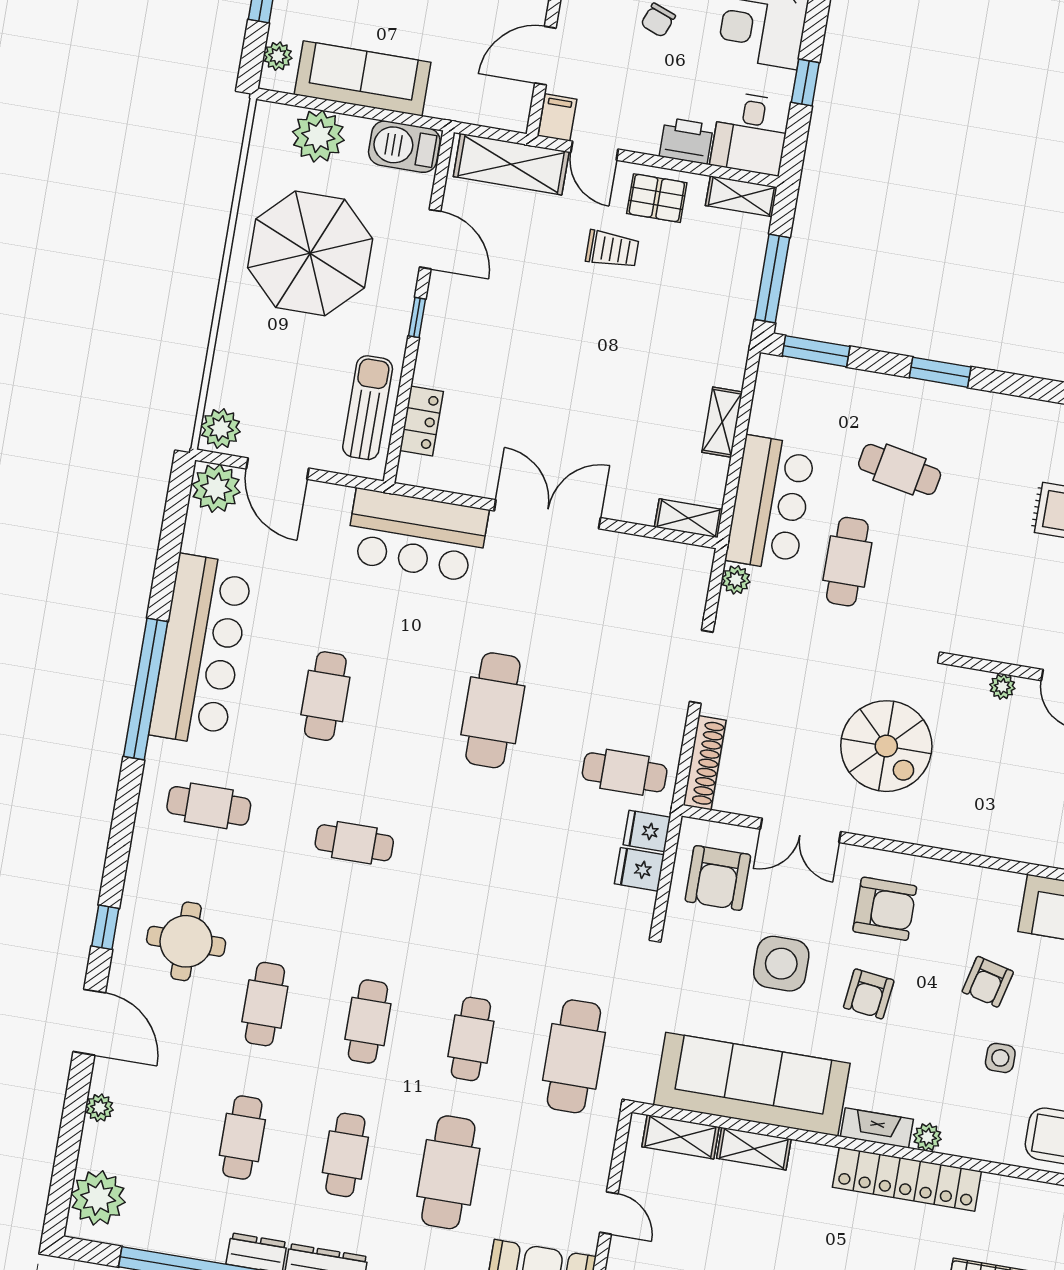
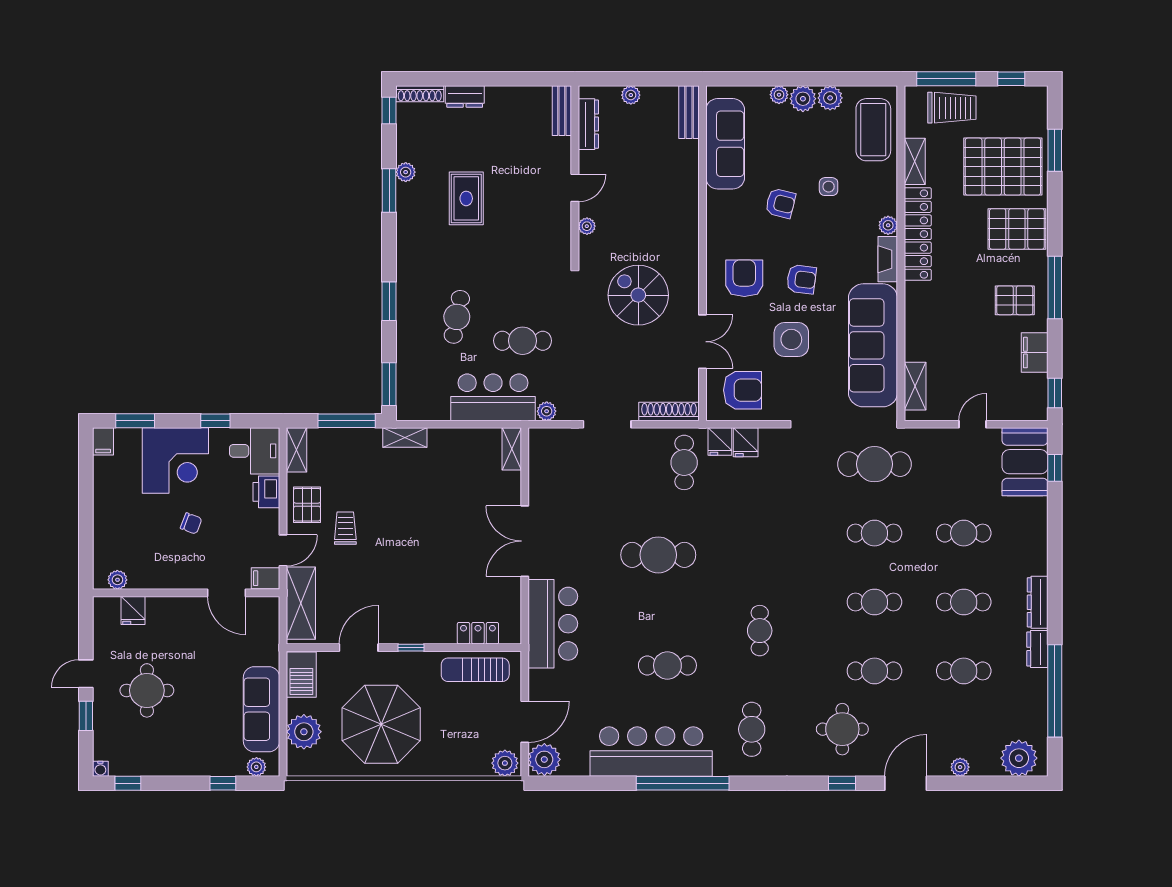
shelving: (722, 422) -> (405, 437), moved
spiral stairs: (886, 746) -> (638, 295), turned -90
shelving: (754, 1149) -> (915, 161), moved
cafe table: (448, 1172) -> (964, 533), width x0.73, depth x0.74

